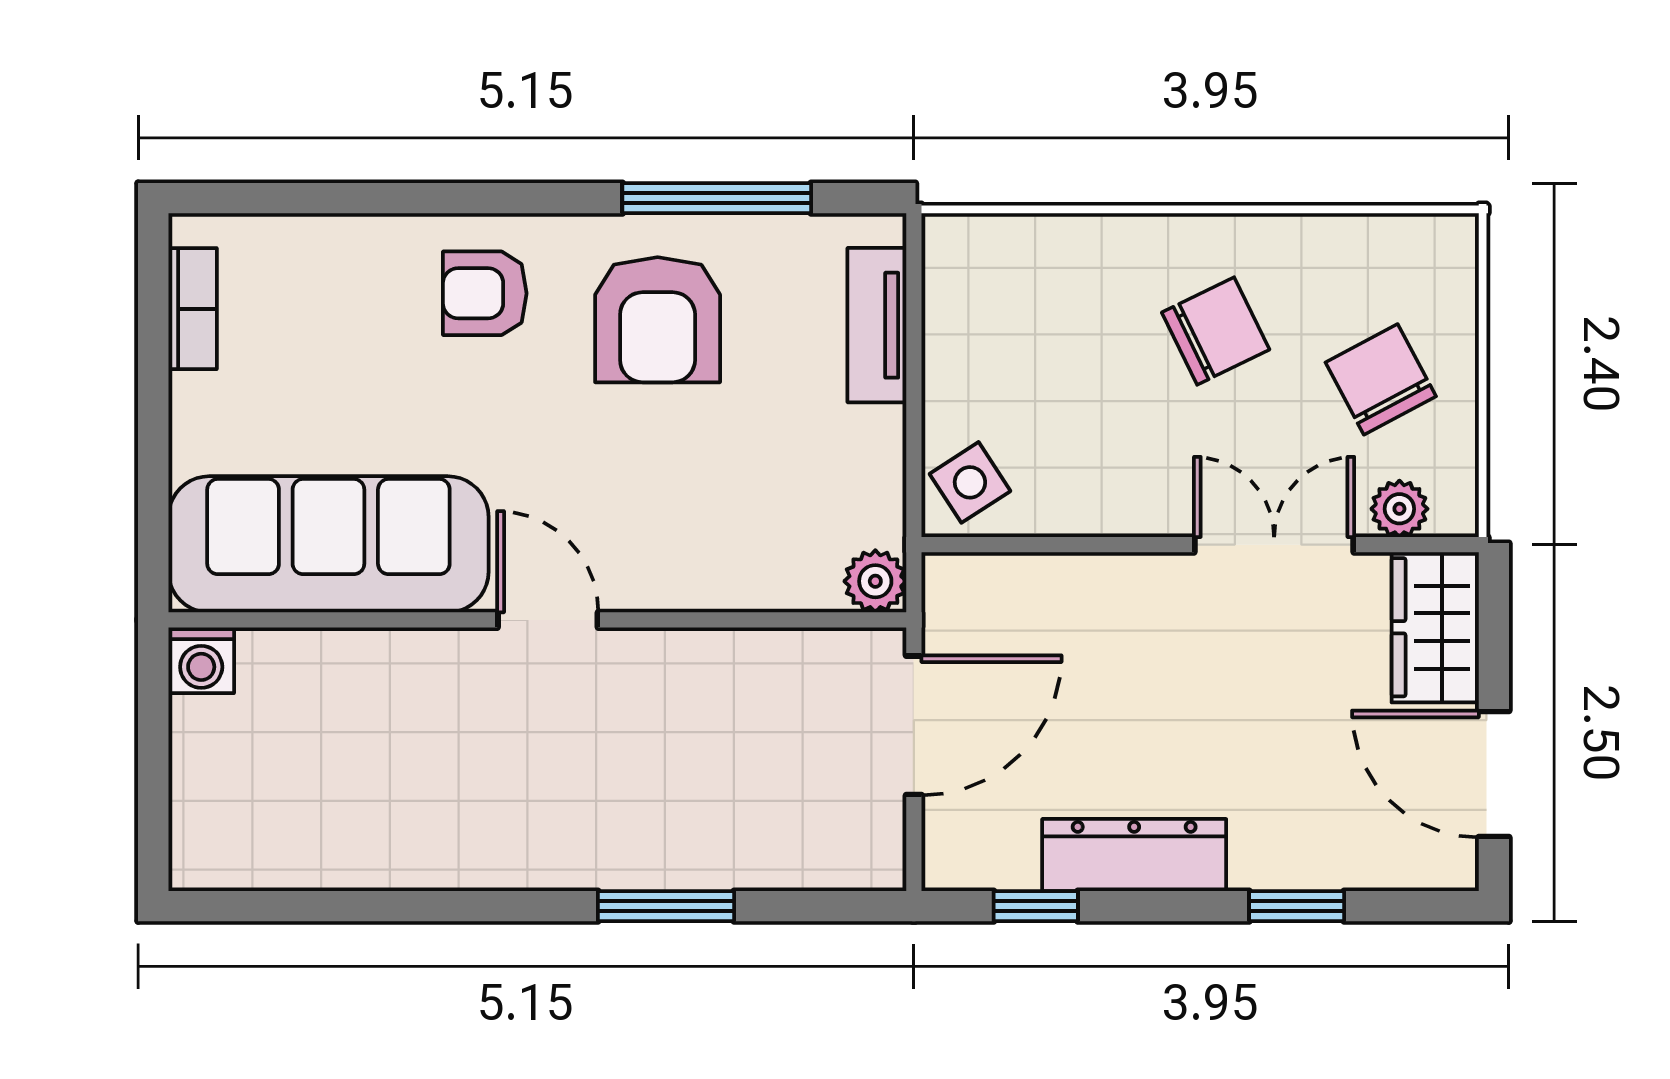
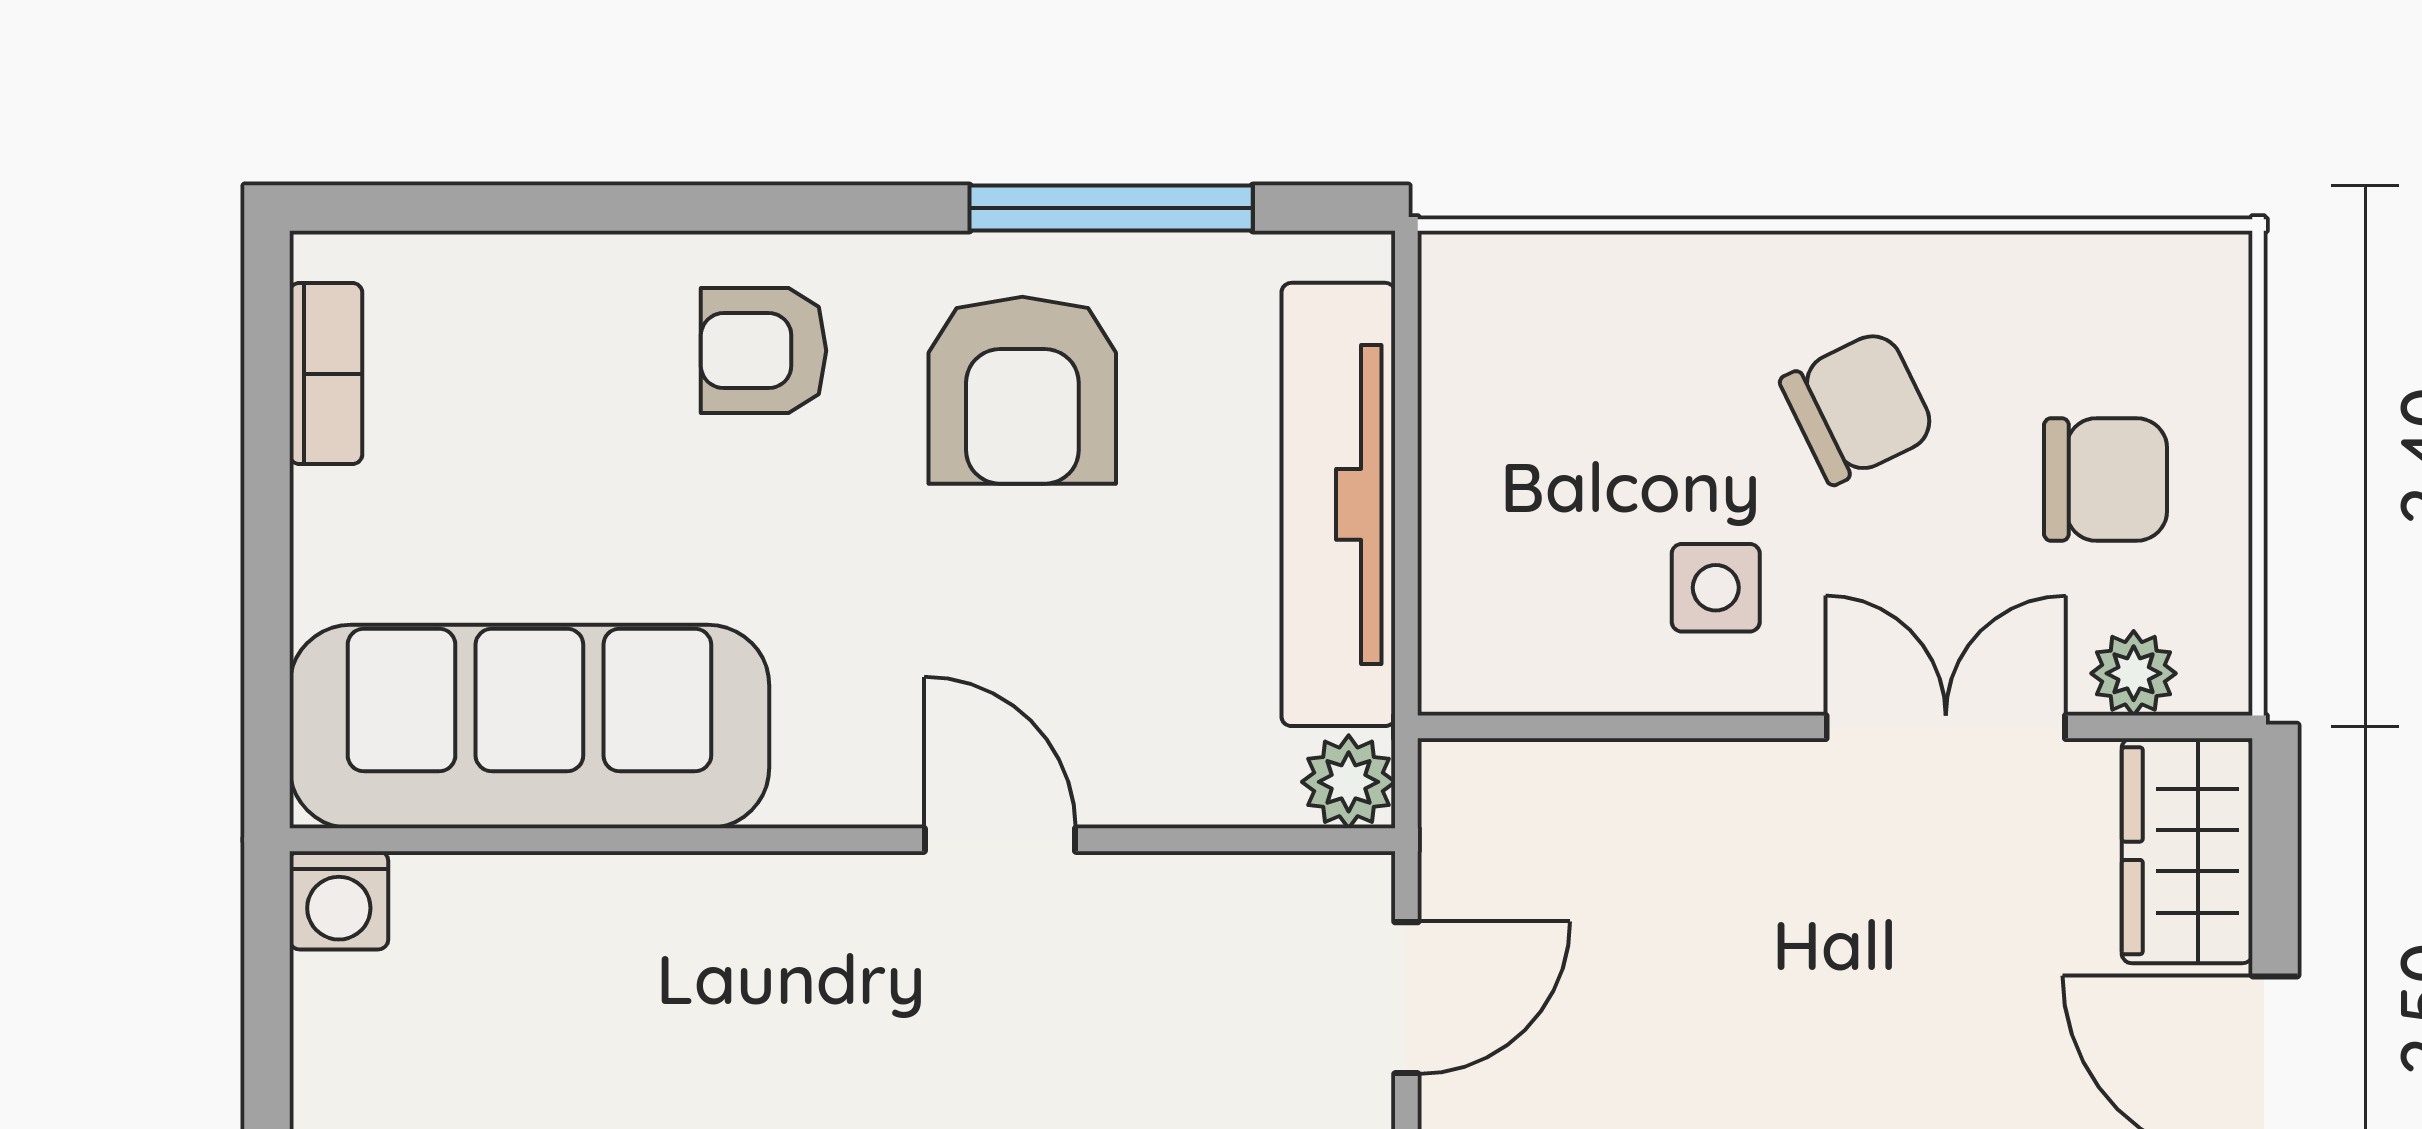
tv unit: (877, 325) -> (1338, 504), width x1.92, depth x1.29
chair: (1381, 379) -> (2106, 480), turned 118
side table: (970, 482) -> (1716, 588), moved, turned 33
door: (548, 620) -> (1000, 840), moved
door: (914, 725) -> (1406, 998), width x0.73

